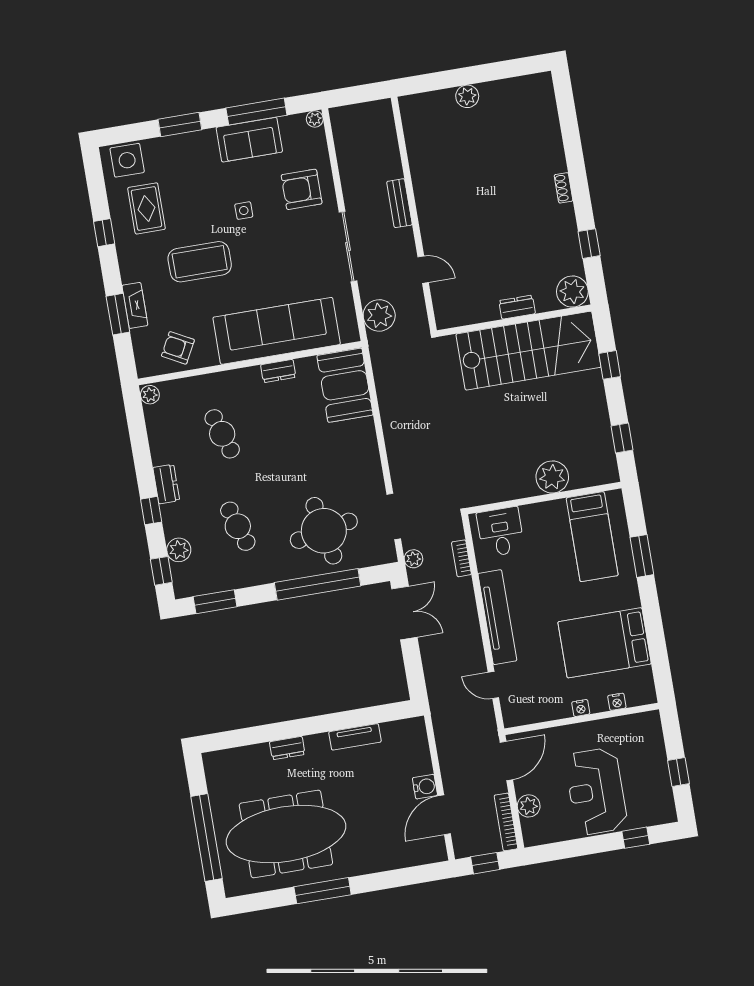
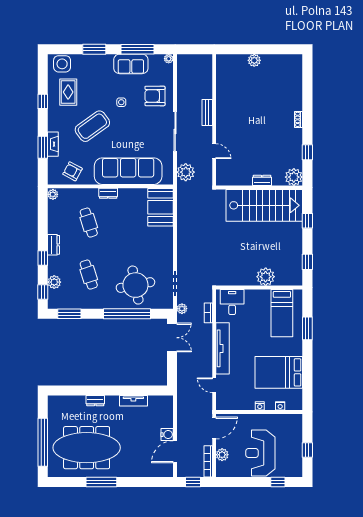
coffee table: (200, 262) -> (92, 126), turned -36
dresser: (278, 371) -> (108, 193), moved

